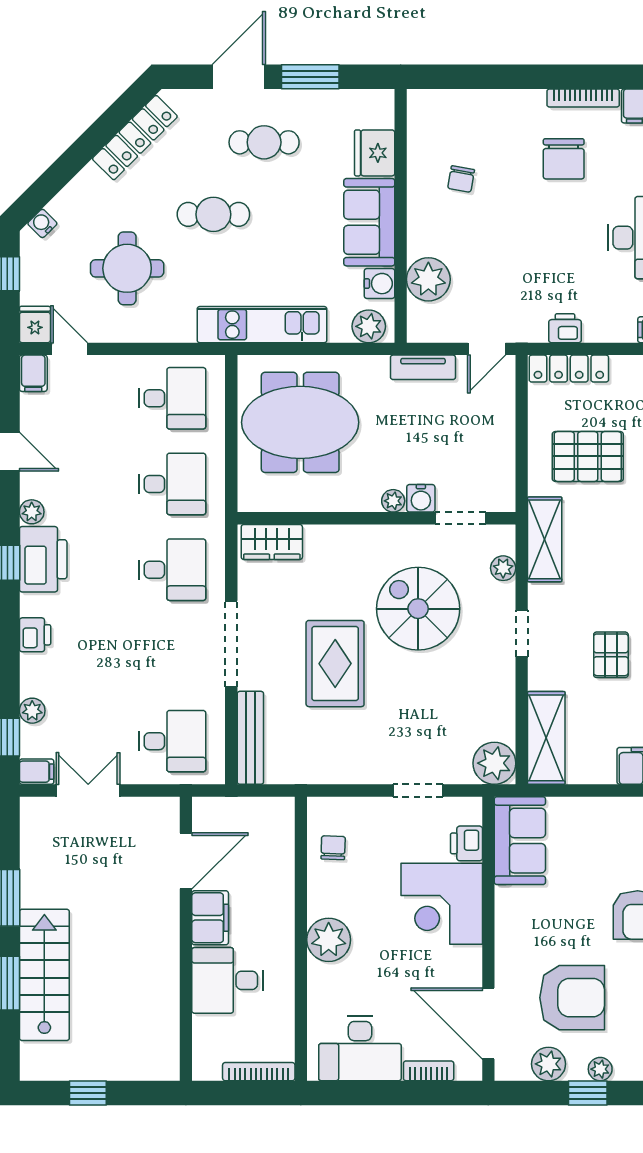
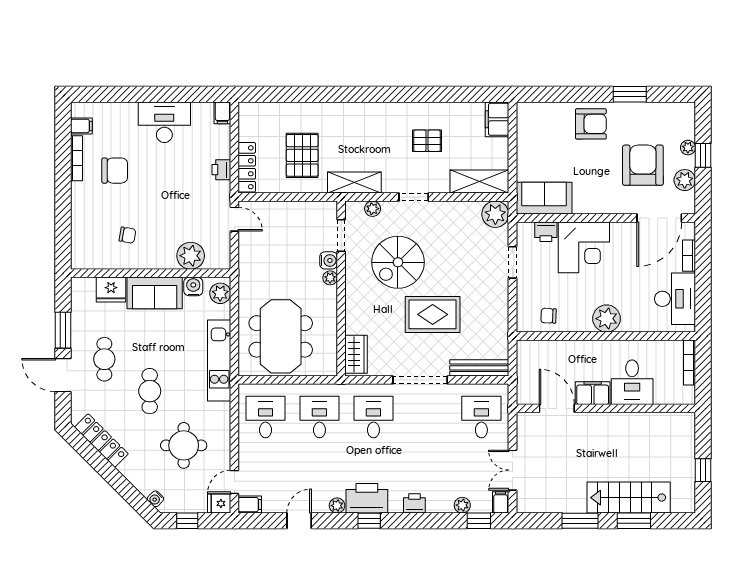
tv unit: (423, 367) -> (246, 259), removed

